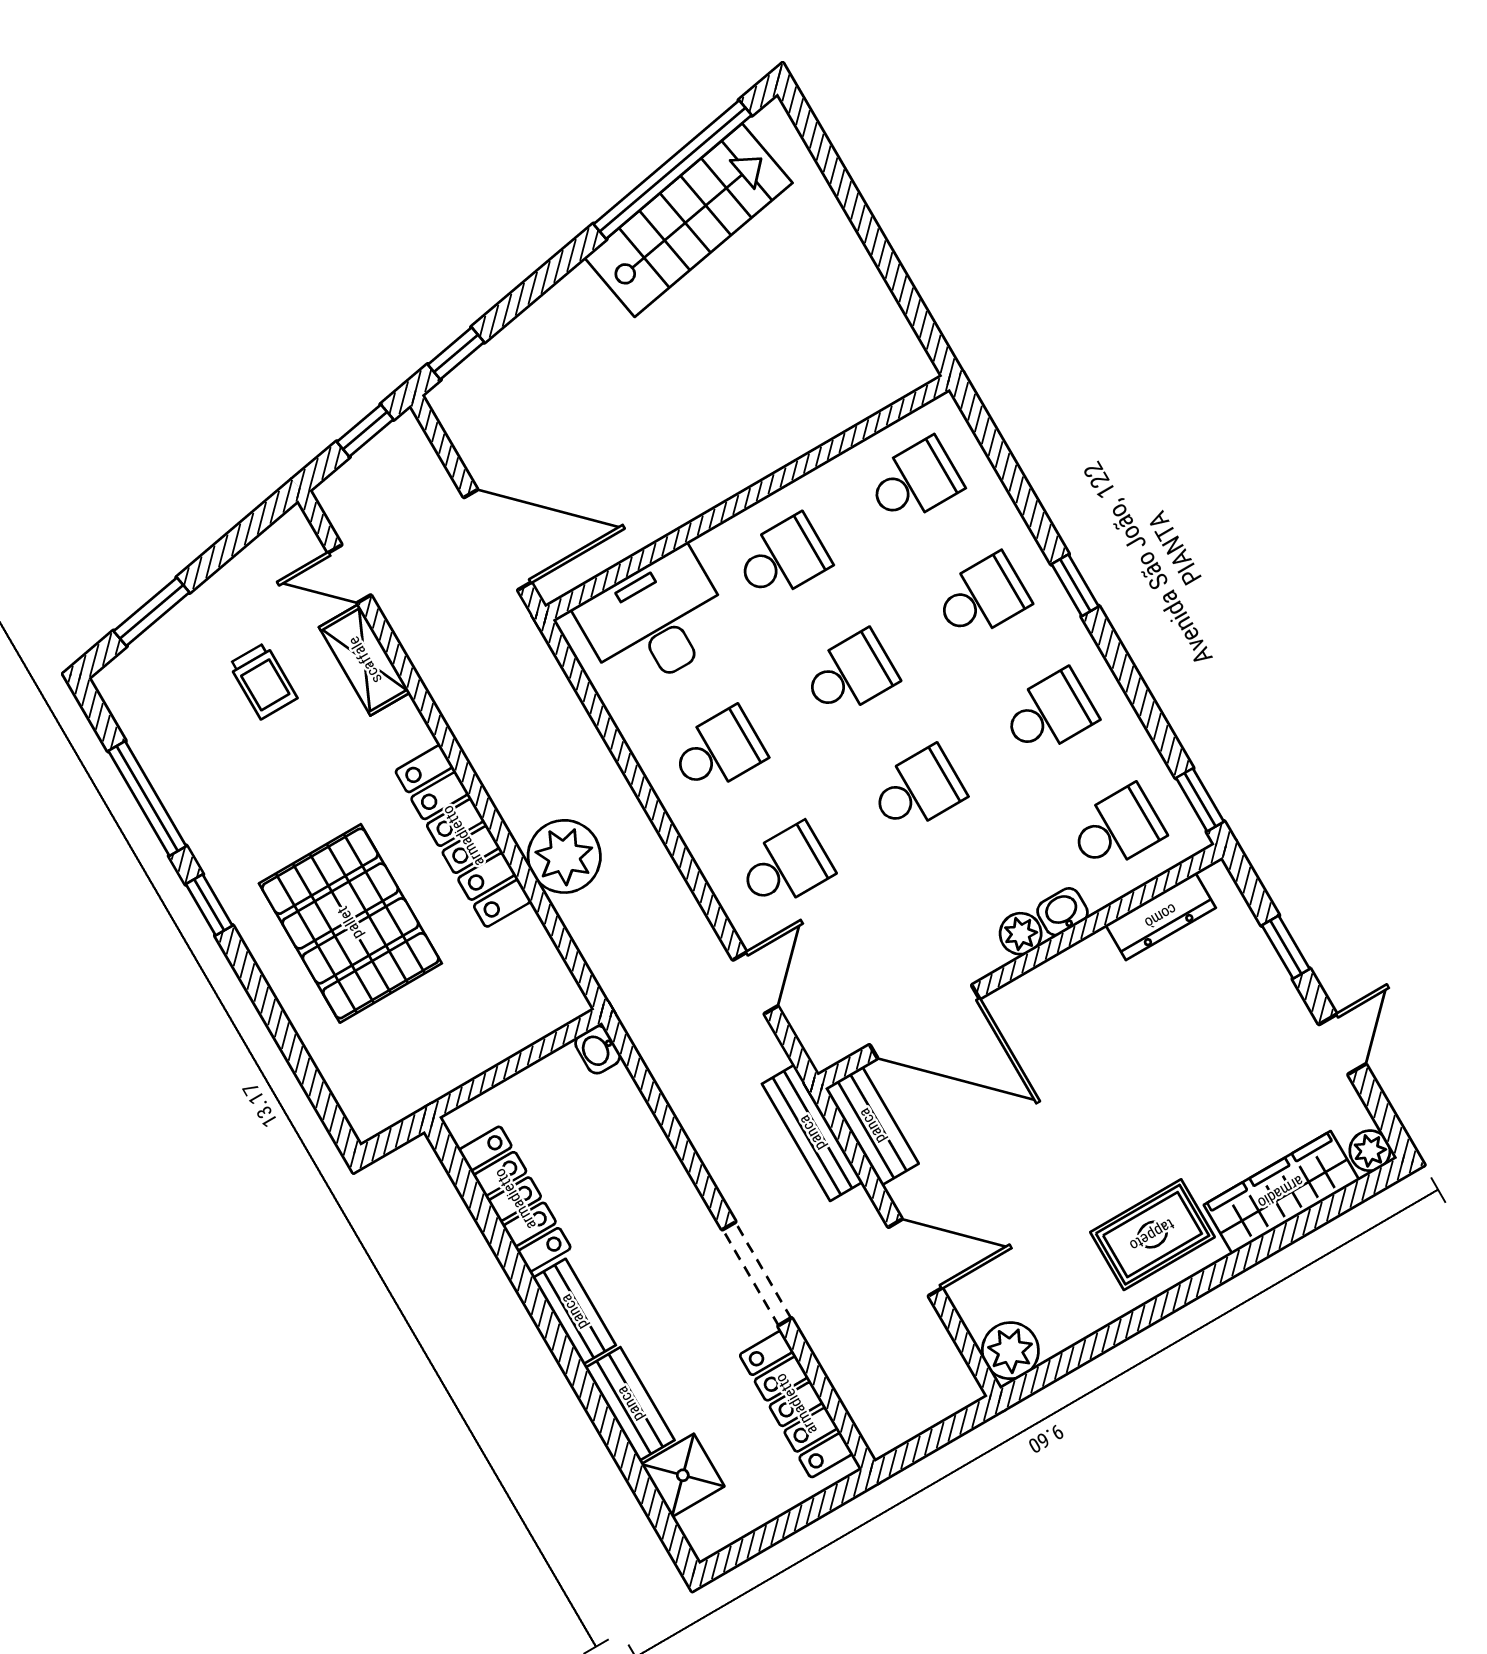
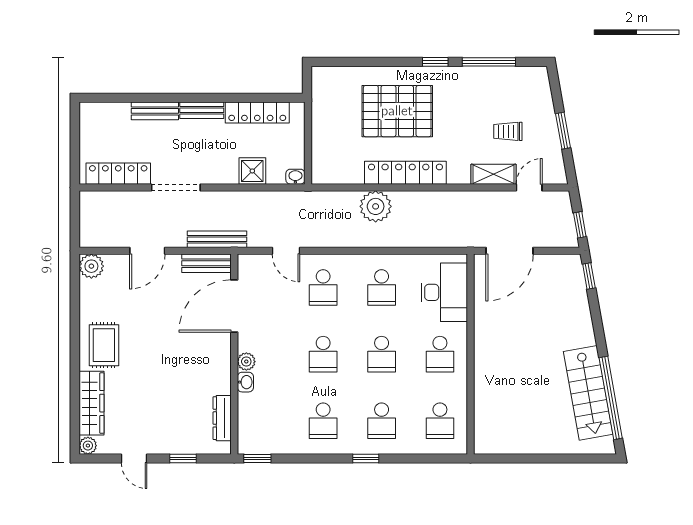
window: (152, 612) -> (563, 131), moved
school desk: (1117, 829) -> (265, 421), removed
shower: (683, 1475) -> (252, 171), moved

